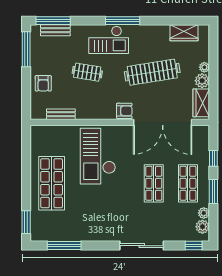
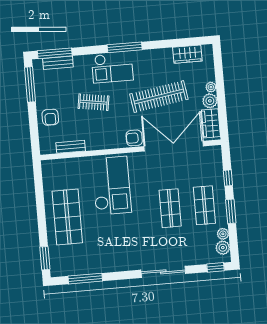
armchair: (124, 111) -> (134, 138), turned 180
double door: (163, 122) -> (174, 146), swing flipped
checkout: (98, 156) -> (111, 186), turned 180

